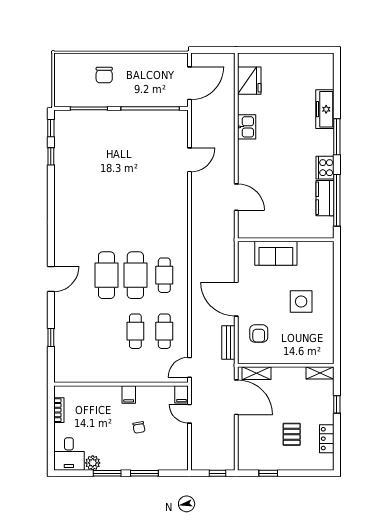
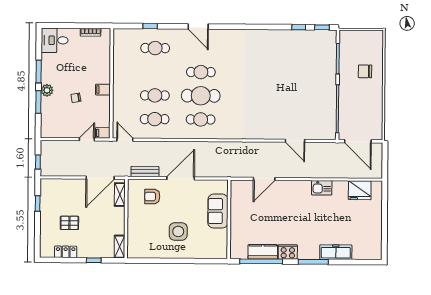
cafe table: (106, 275) -> (201, 72), width x0.73, depth x0.74
cafe table: (78, 331) -> (155, 48), added
plant: (93, 463) -> (47, 90), moved

